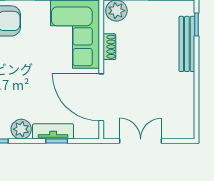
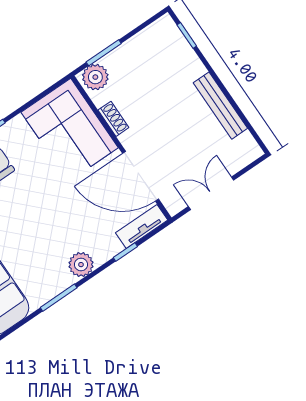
bench: (187, 44) -> (220, 106), moved
tv unit: (53, 131) -> (142, 226), moved

